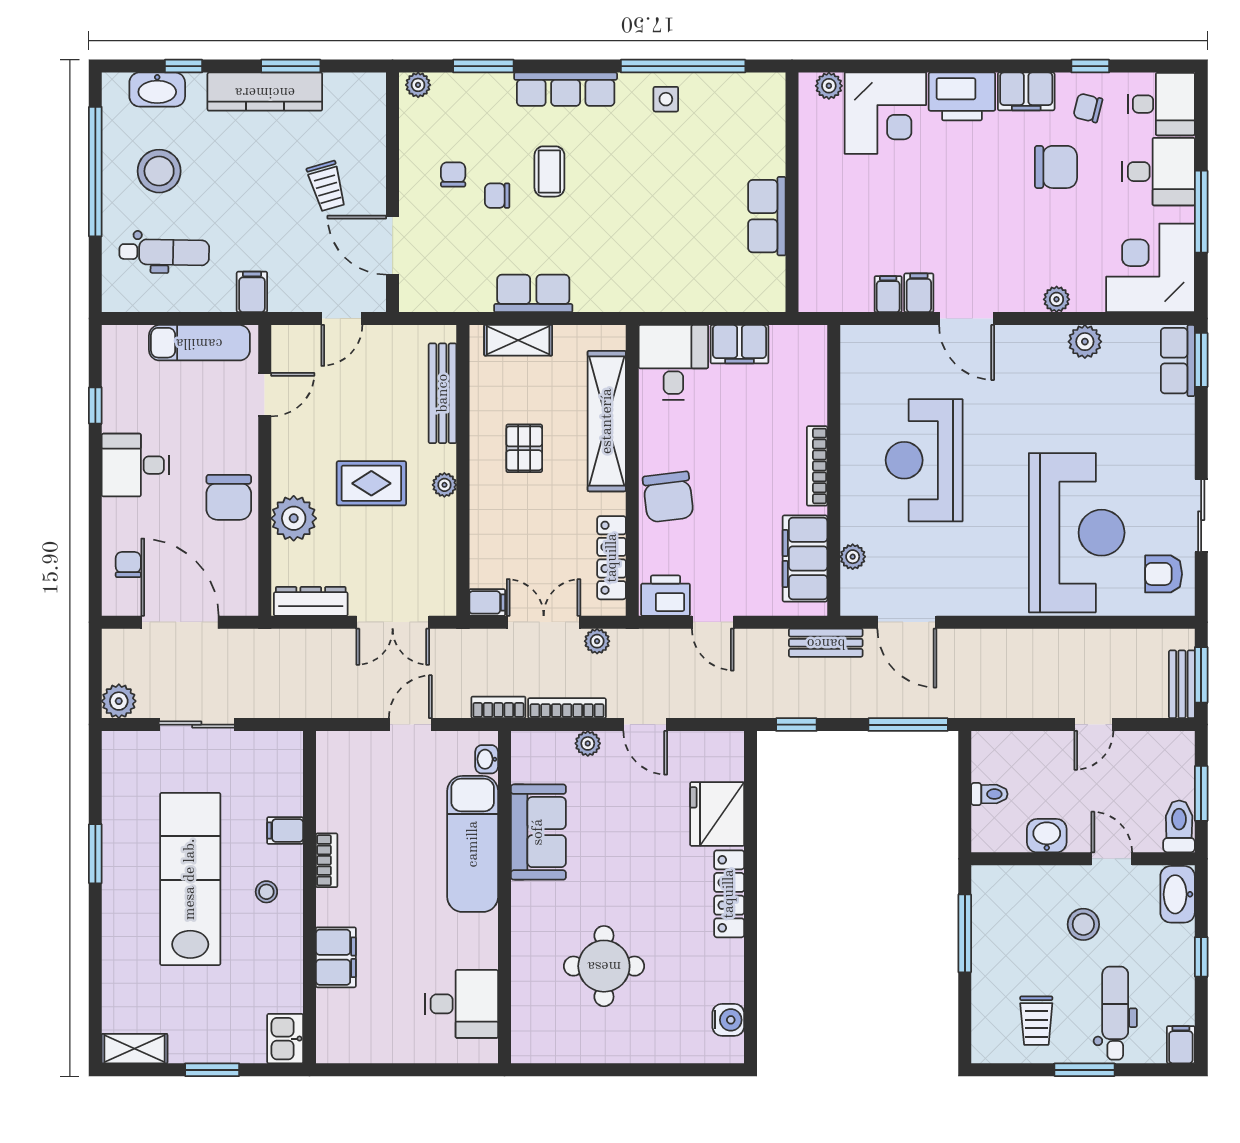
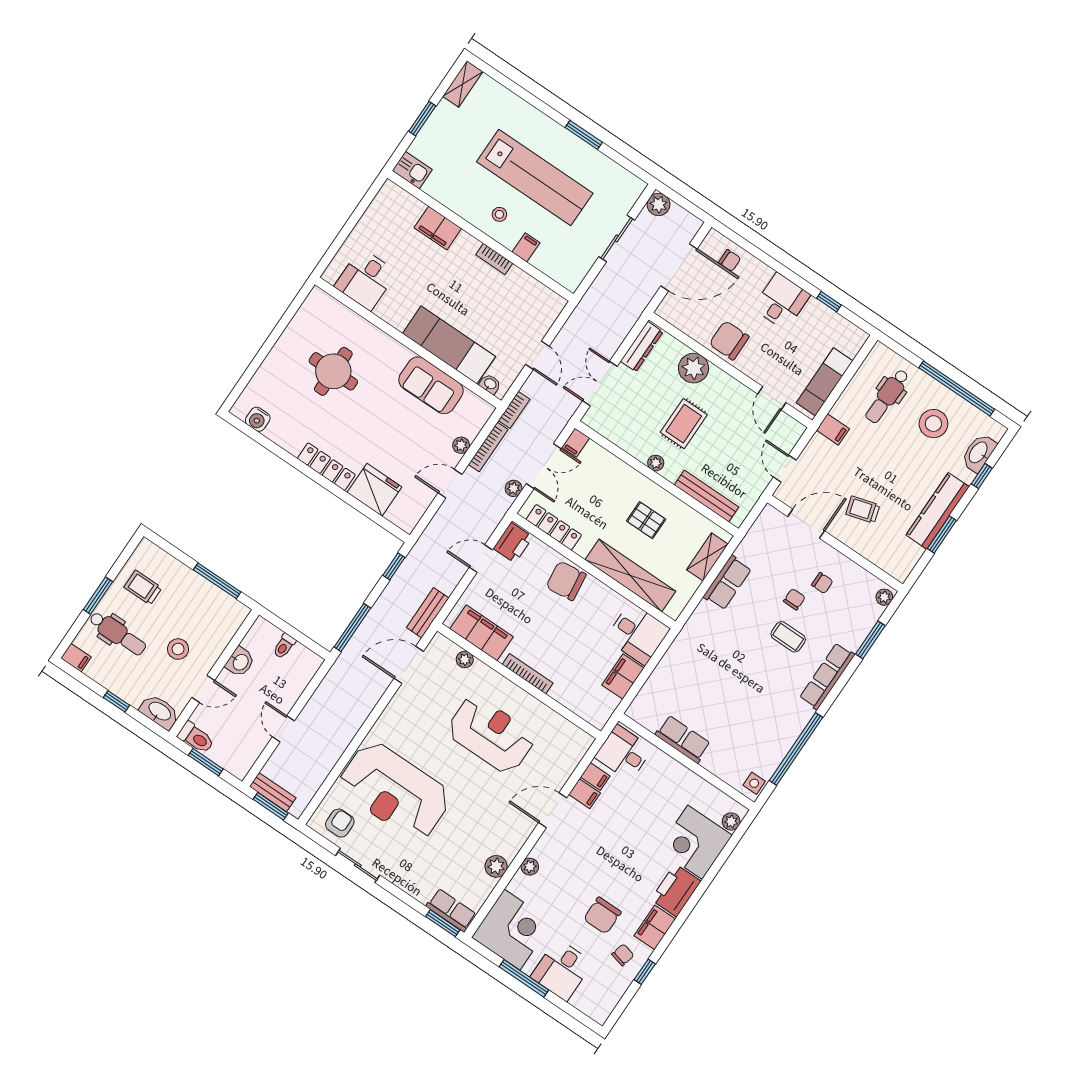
side table: (666, 99) -> (754, 783), moved
desk: (1161, 104) -> (624, 753), moved, turned 90

